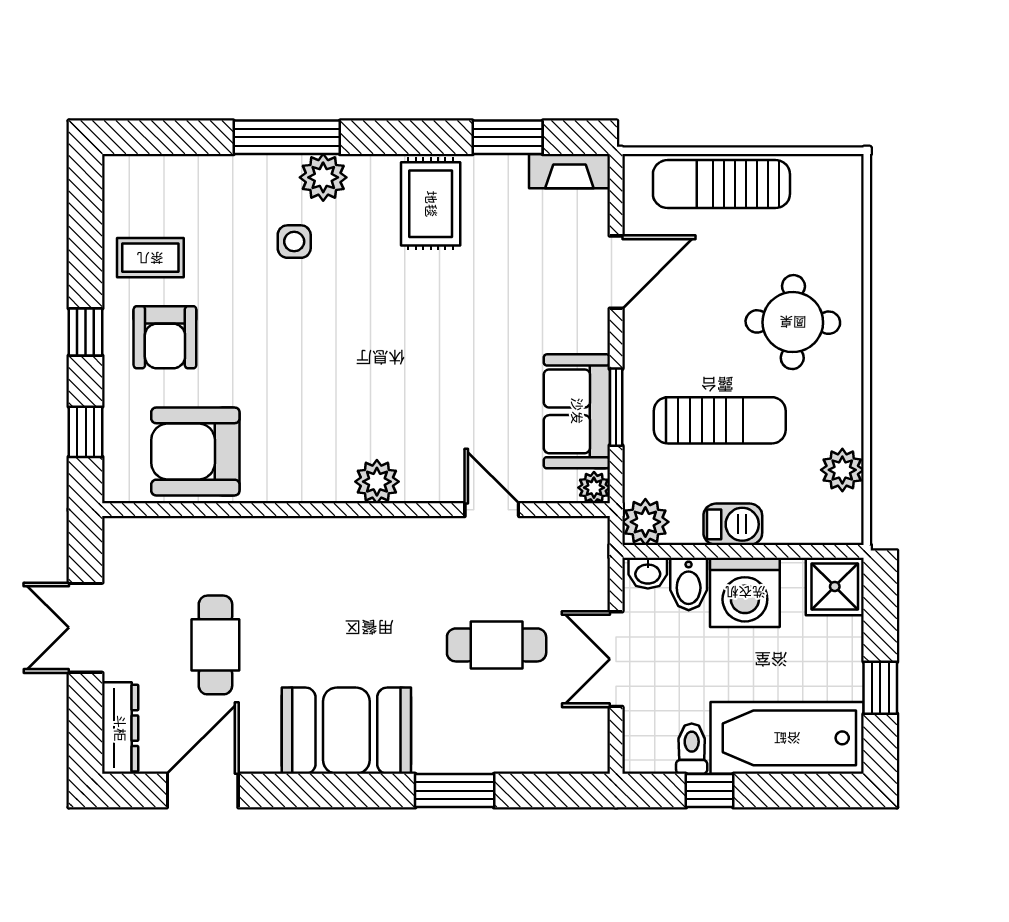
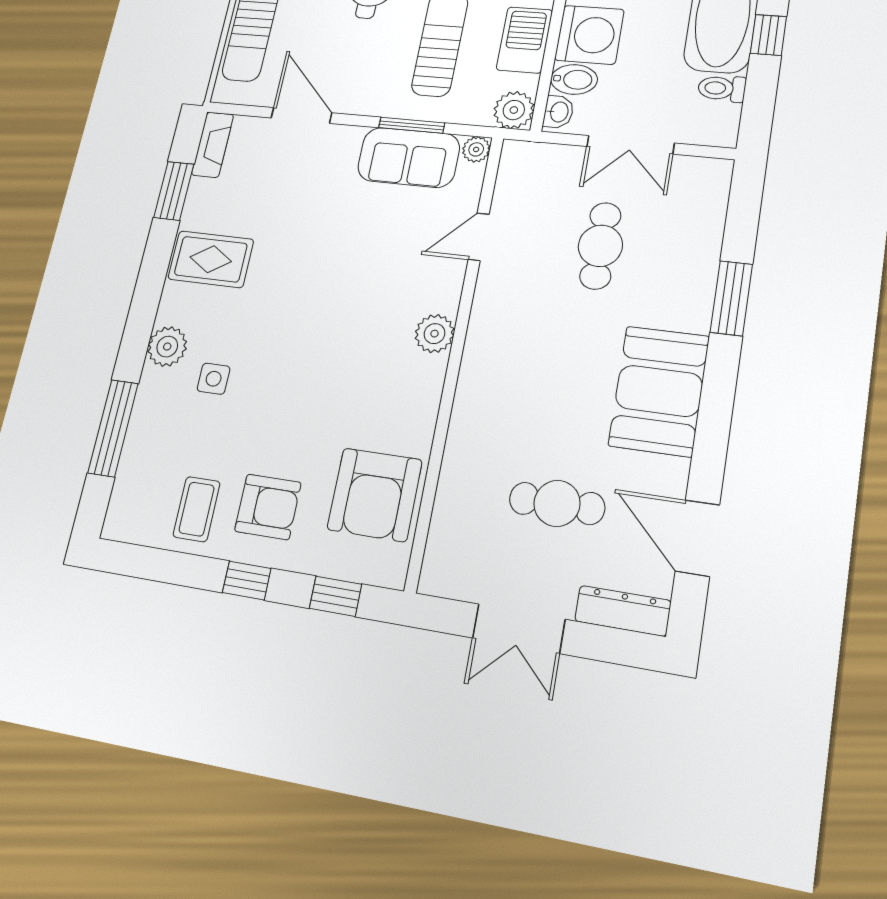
window: (287, 137) -> (113, 428), moved
barbecue: (733, 524) -> (524, 40), width x1.38, depth x1.27
window: (710, 791) -> (768, 35), moved

